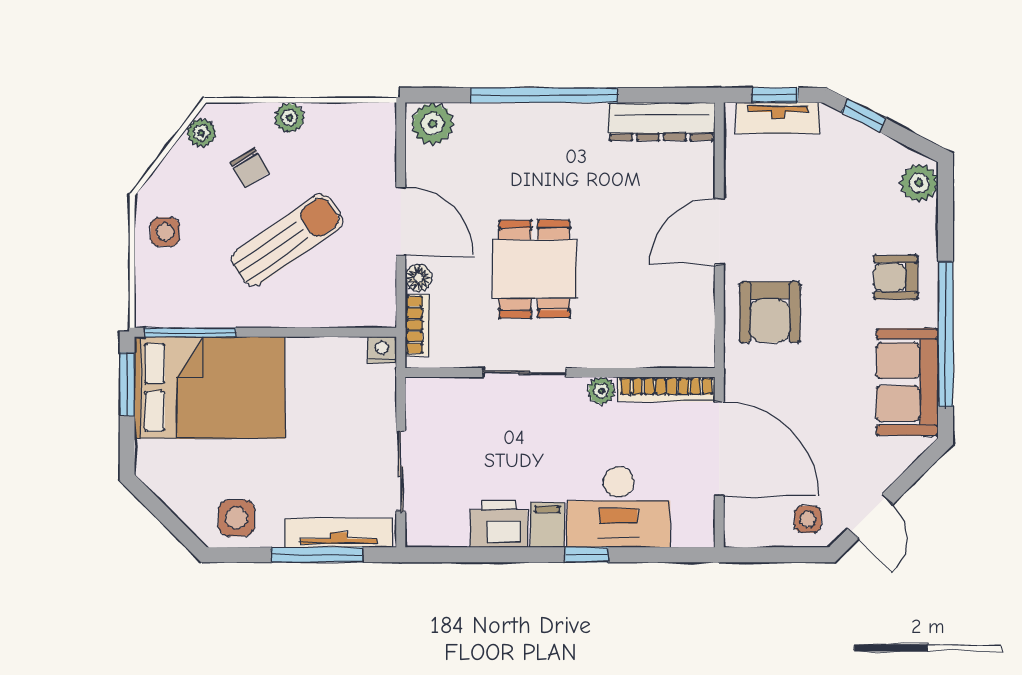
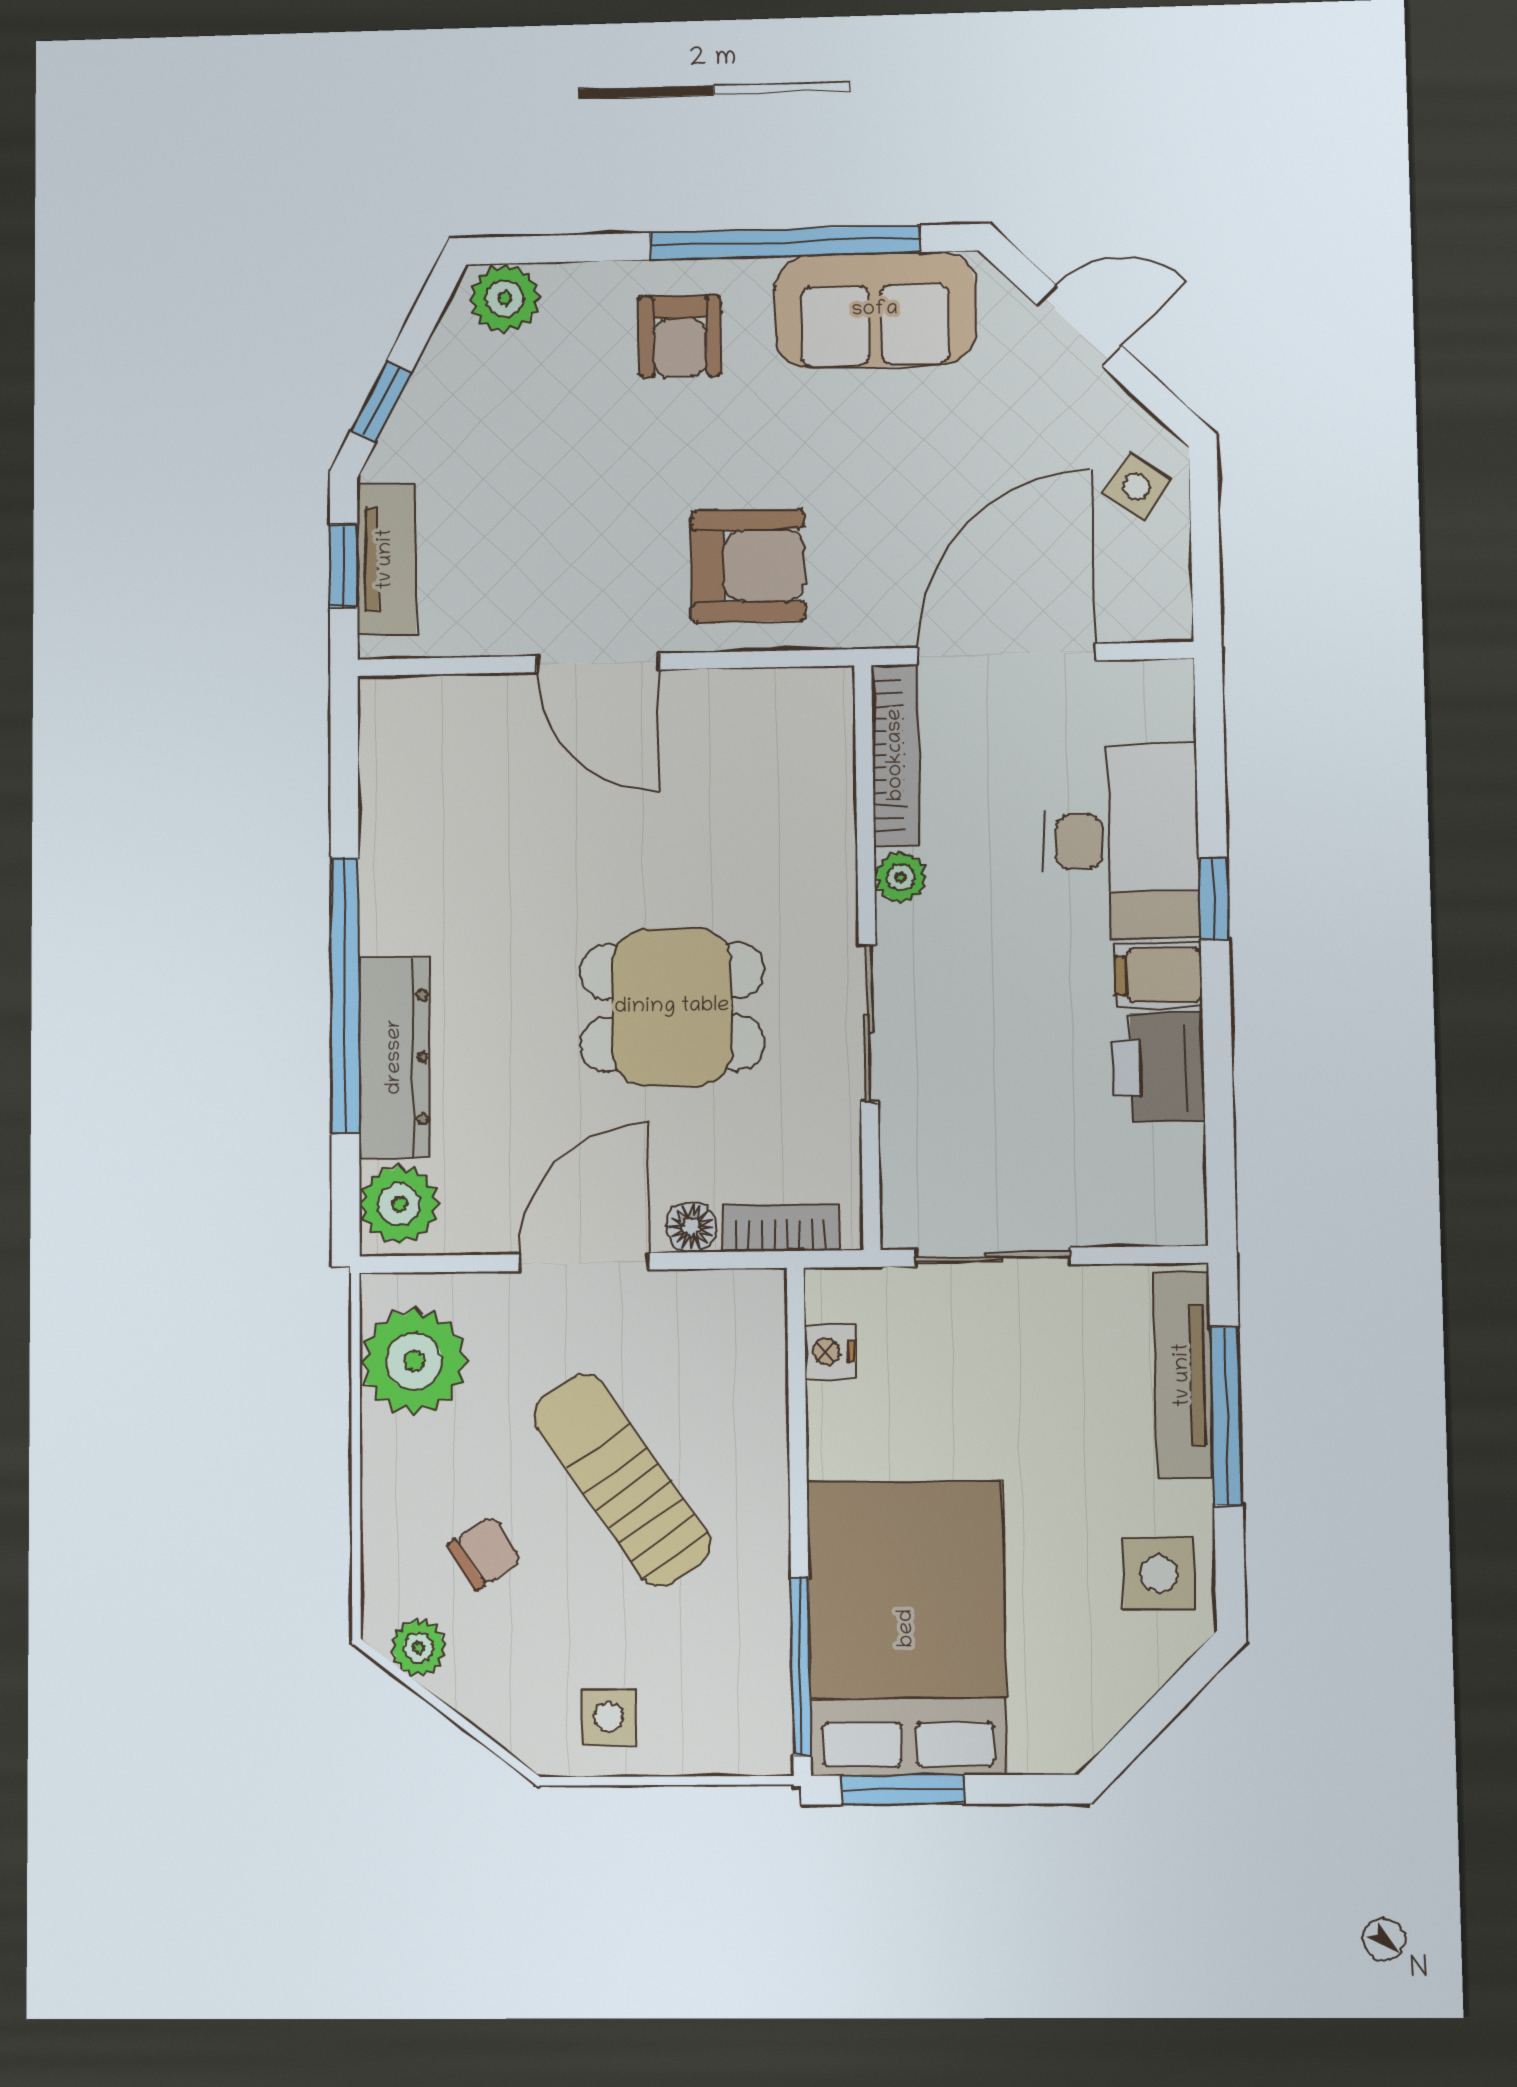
plant: (289, 118) -> (414, 1361), moved, width x1.88, depth x1.88
dresser: (661, 121) -> (395, 1057), moved
nightstand: (382, 350) -> (830, 1352), moved
sliding door: (401, 471) -> (993, 1257), moved
door: (870, 516) -> (1079, 325), moved
side table: (808, 519) -> (1137, 487), turned 35

